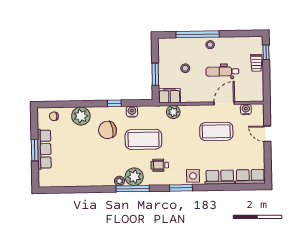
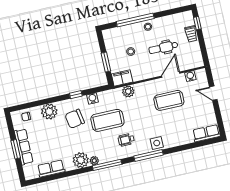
plant: (134, 177) -> (81, 160), moved
row of seats: (220, 177) -> (51, 169), moved
window: (181, 188) -> (149, 155), width x1.44

